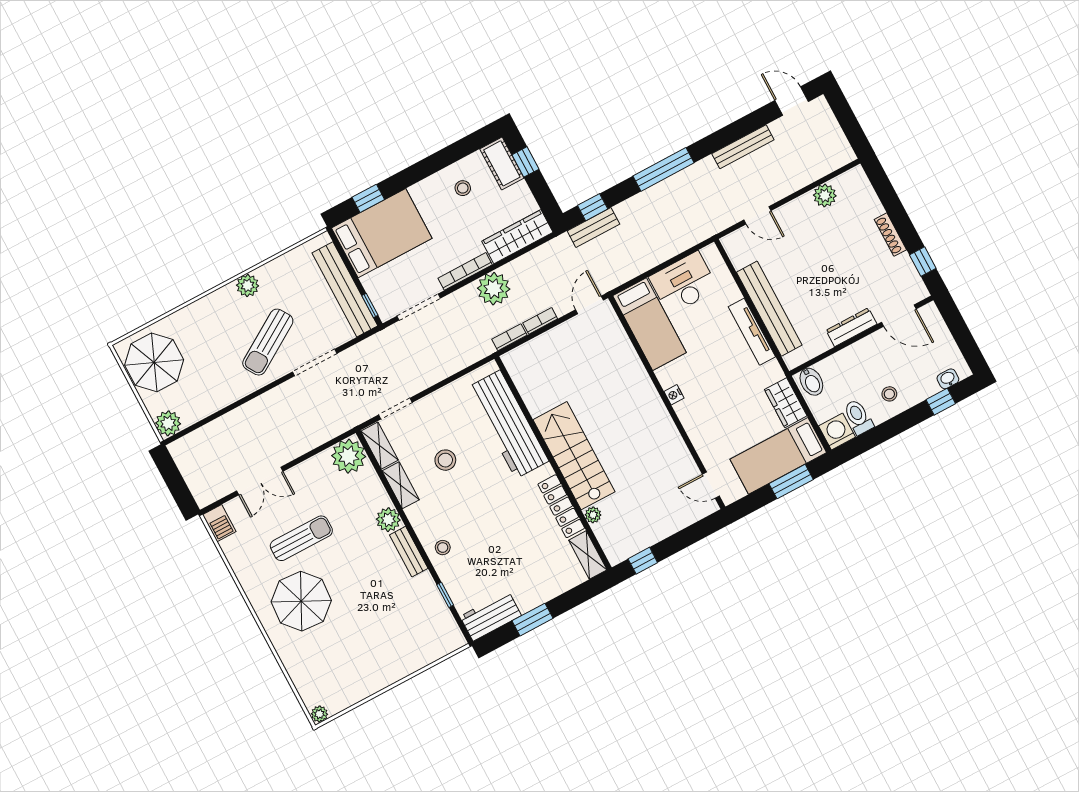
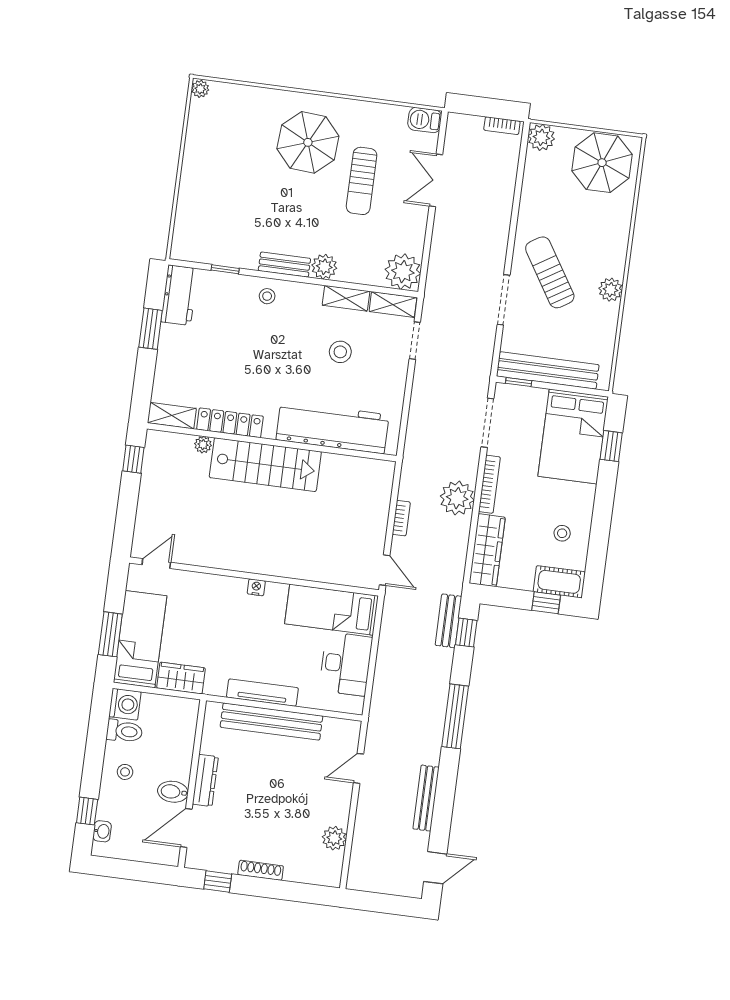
bookcase: (509, 337) -> (502, 126), moved, turned 90
bidet: (811, 382) -> (173, 792), moved

